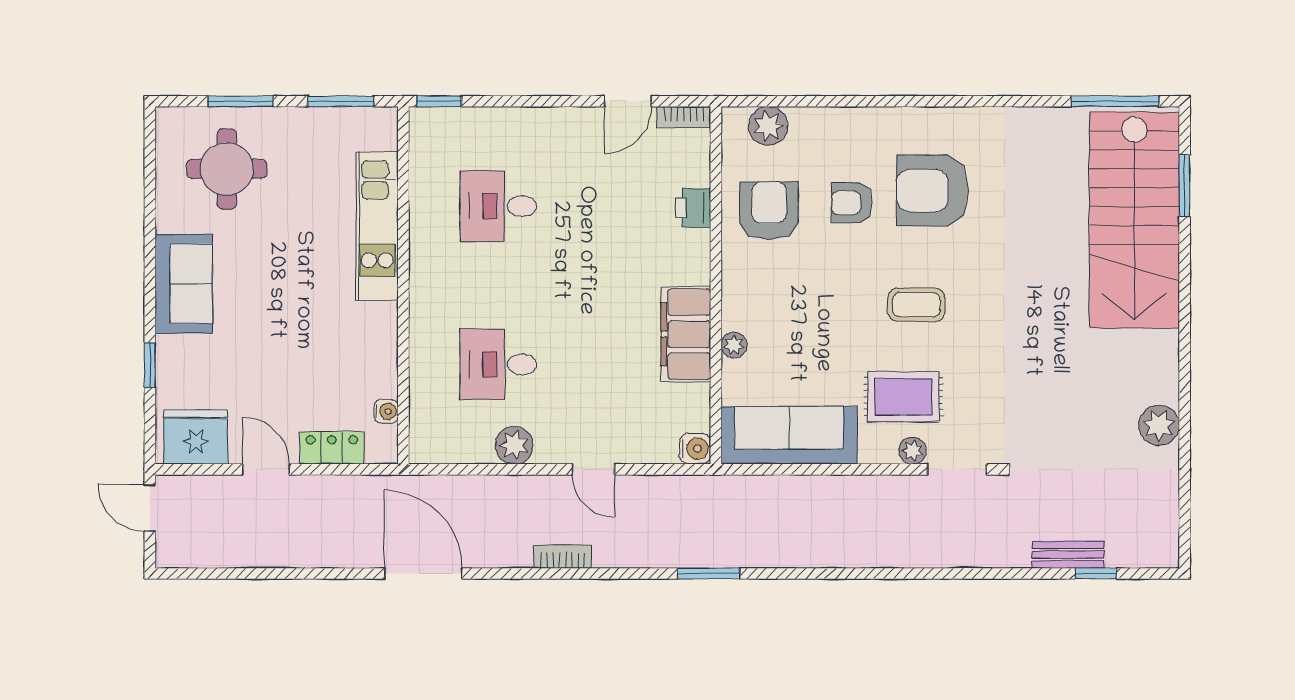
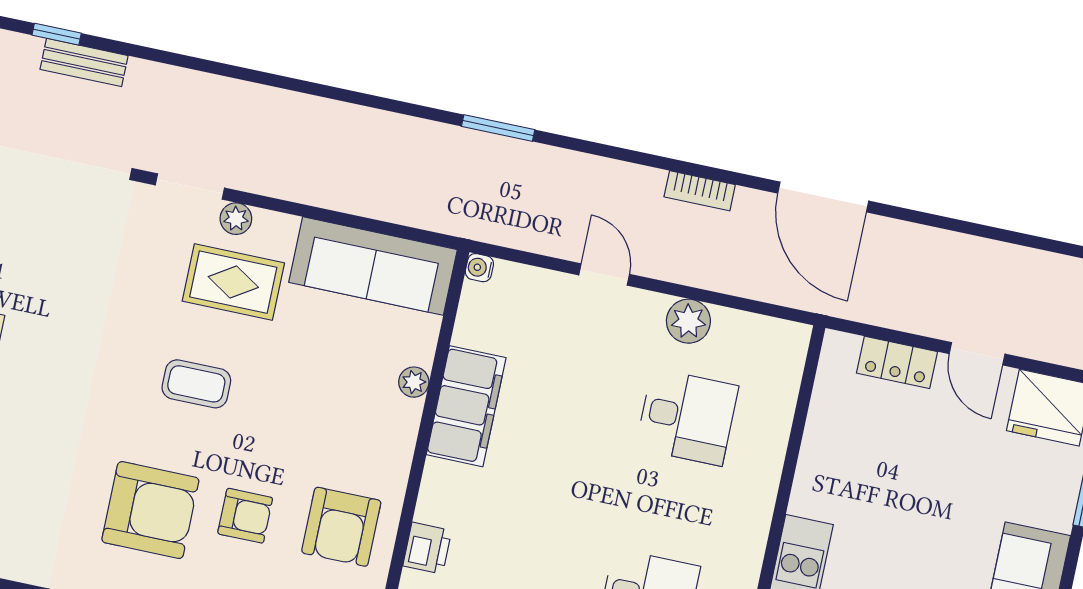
water cooler: (386, 411) -> (826, 391), removed
water cooler: (695, 449) -> (479, 268), width x0.72, depth x0.72
bookcase: (563, 557) -> (700, 191), moved

